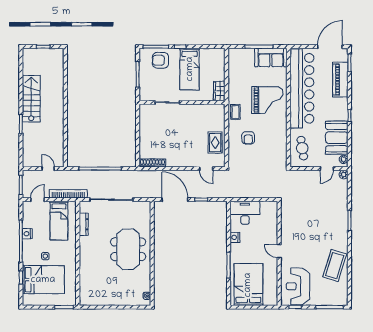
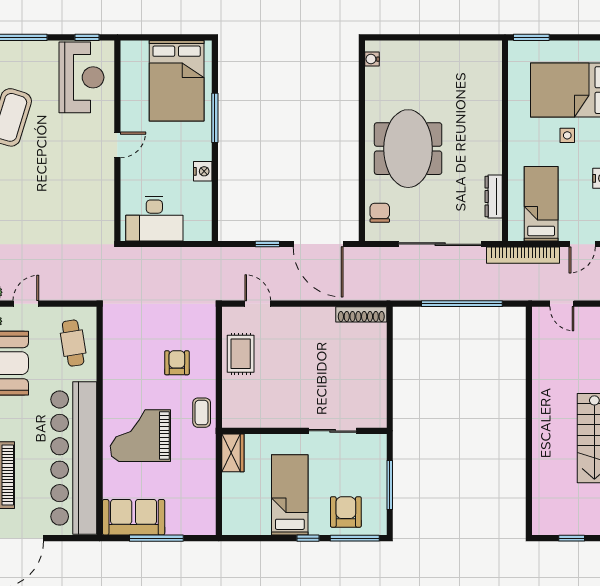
armchair: (160, 60) -> (346, 512), turned -90
desk: (245, 213) -> (154, 219), moved
chair: (143, 216) -> (380, 213), added
door: (279, 251) -> (117, 145), hinge flipped

